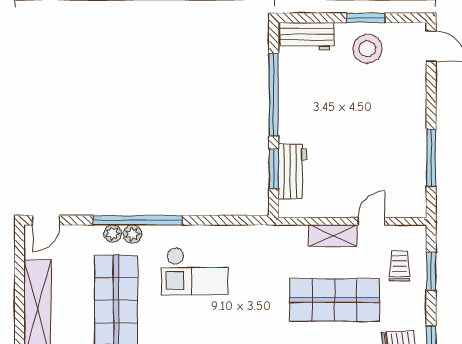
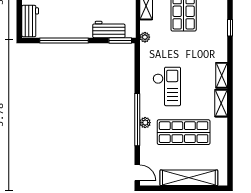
window: (274, 169) -> (120, 40), moved
plant: (113, 233) -> (145, 37), moved

